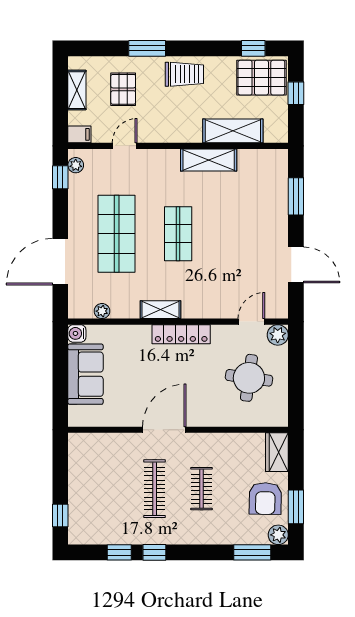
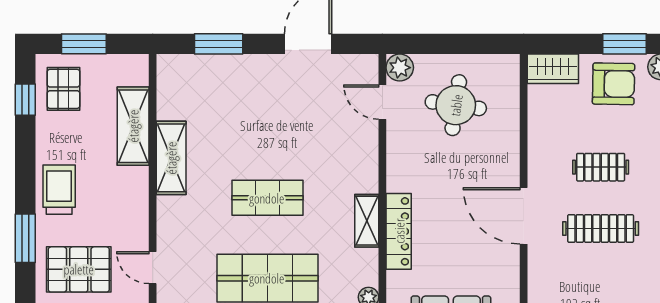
pallet: (261, 78) -> (63, 89), width x0.67, depth x0.71
pallet: (123, 89) -> (79, 269), width x1.50, depth x1.42
window: (296, 93) -> (84, 44), width x1.50
locker: (181, 334) -> (399, 231), moved

